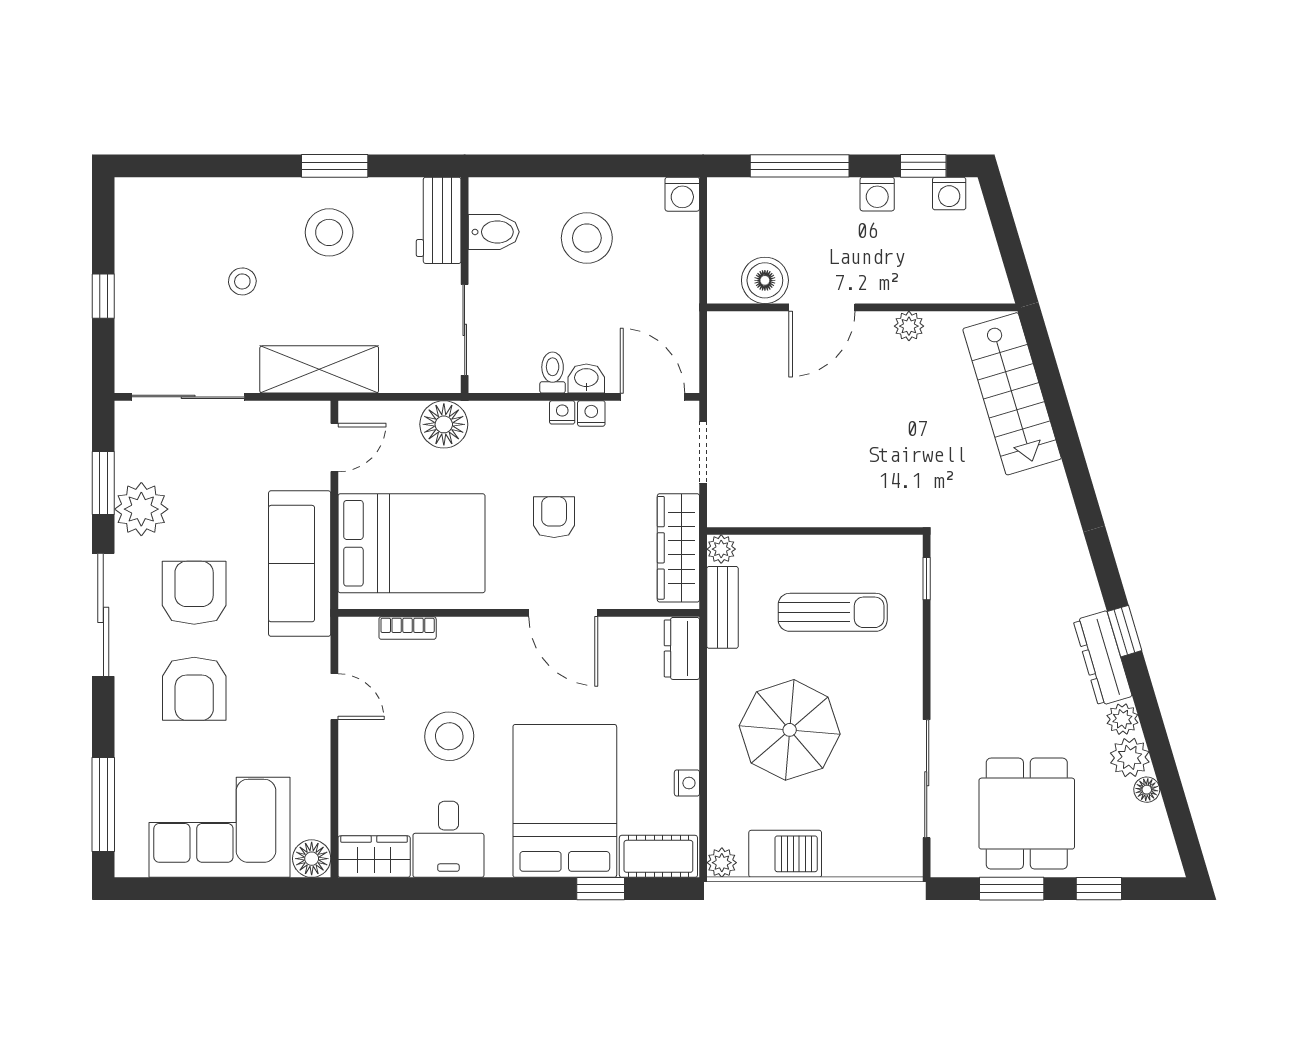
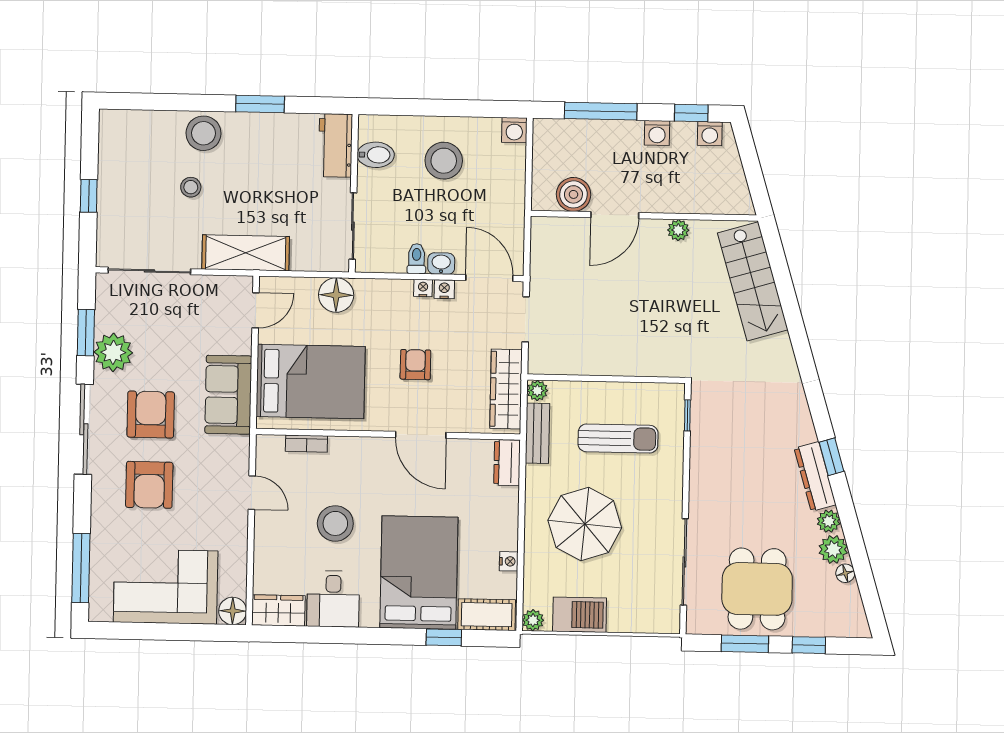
stool: (329, 232) -> (203, 133), moved
sofa: (300, 564) -> (228, 395), width x0.73

